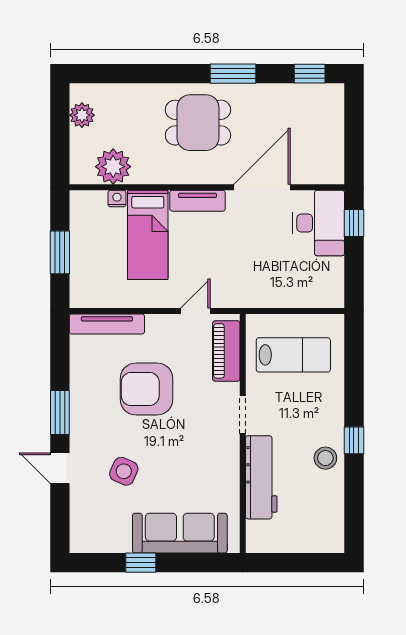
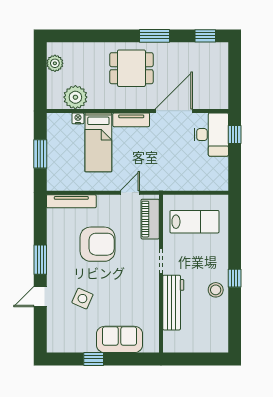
armchair: (147, 389) -> (97, 244), turned 180
door: (60, 468) -> (40, 297), hinge flipped
sofa: (180, 533) -> (120, 339), width x0.73

